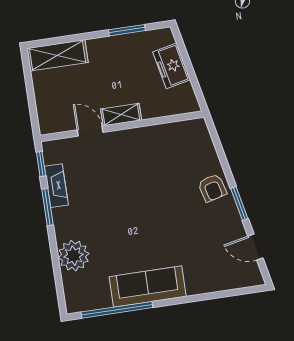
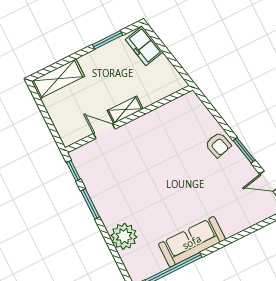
freezer: (171, 66) -> (144, 46), moved
fireplace: (56, 186) -> (92, 184), removed

